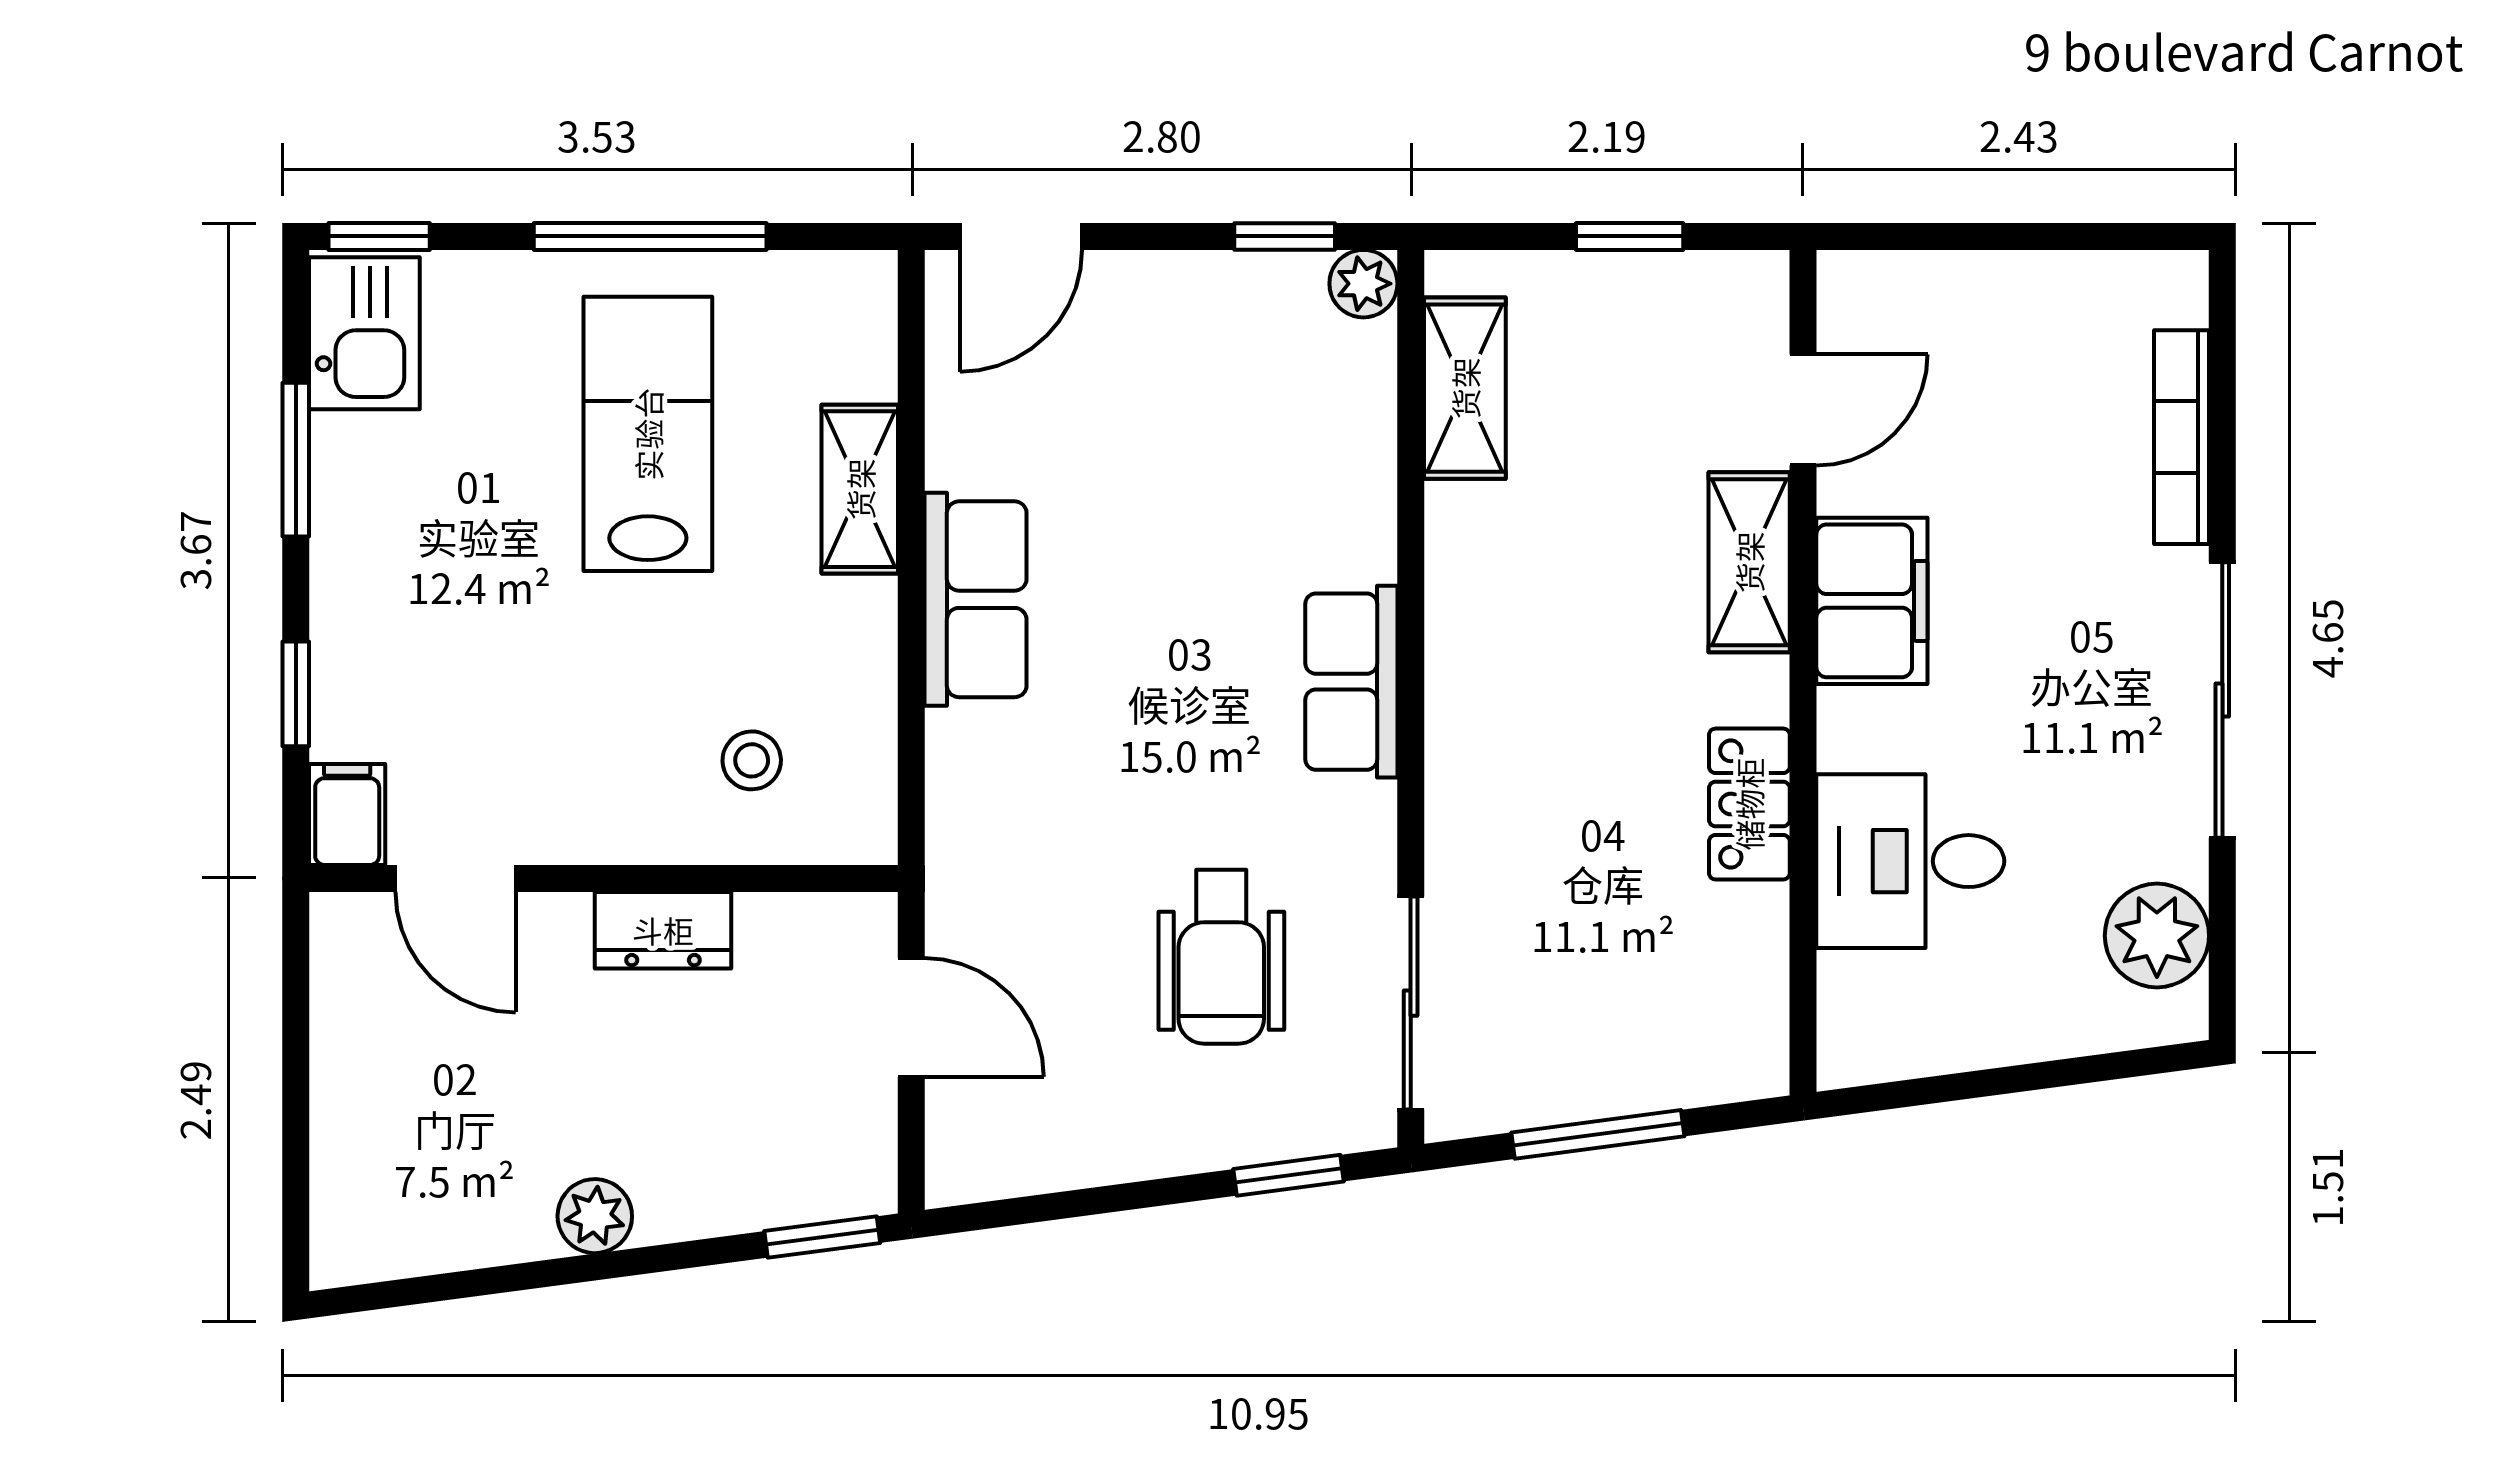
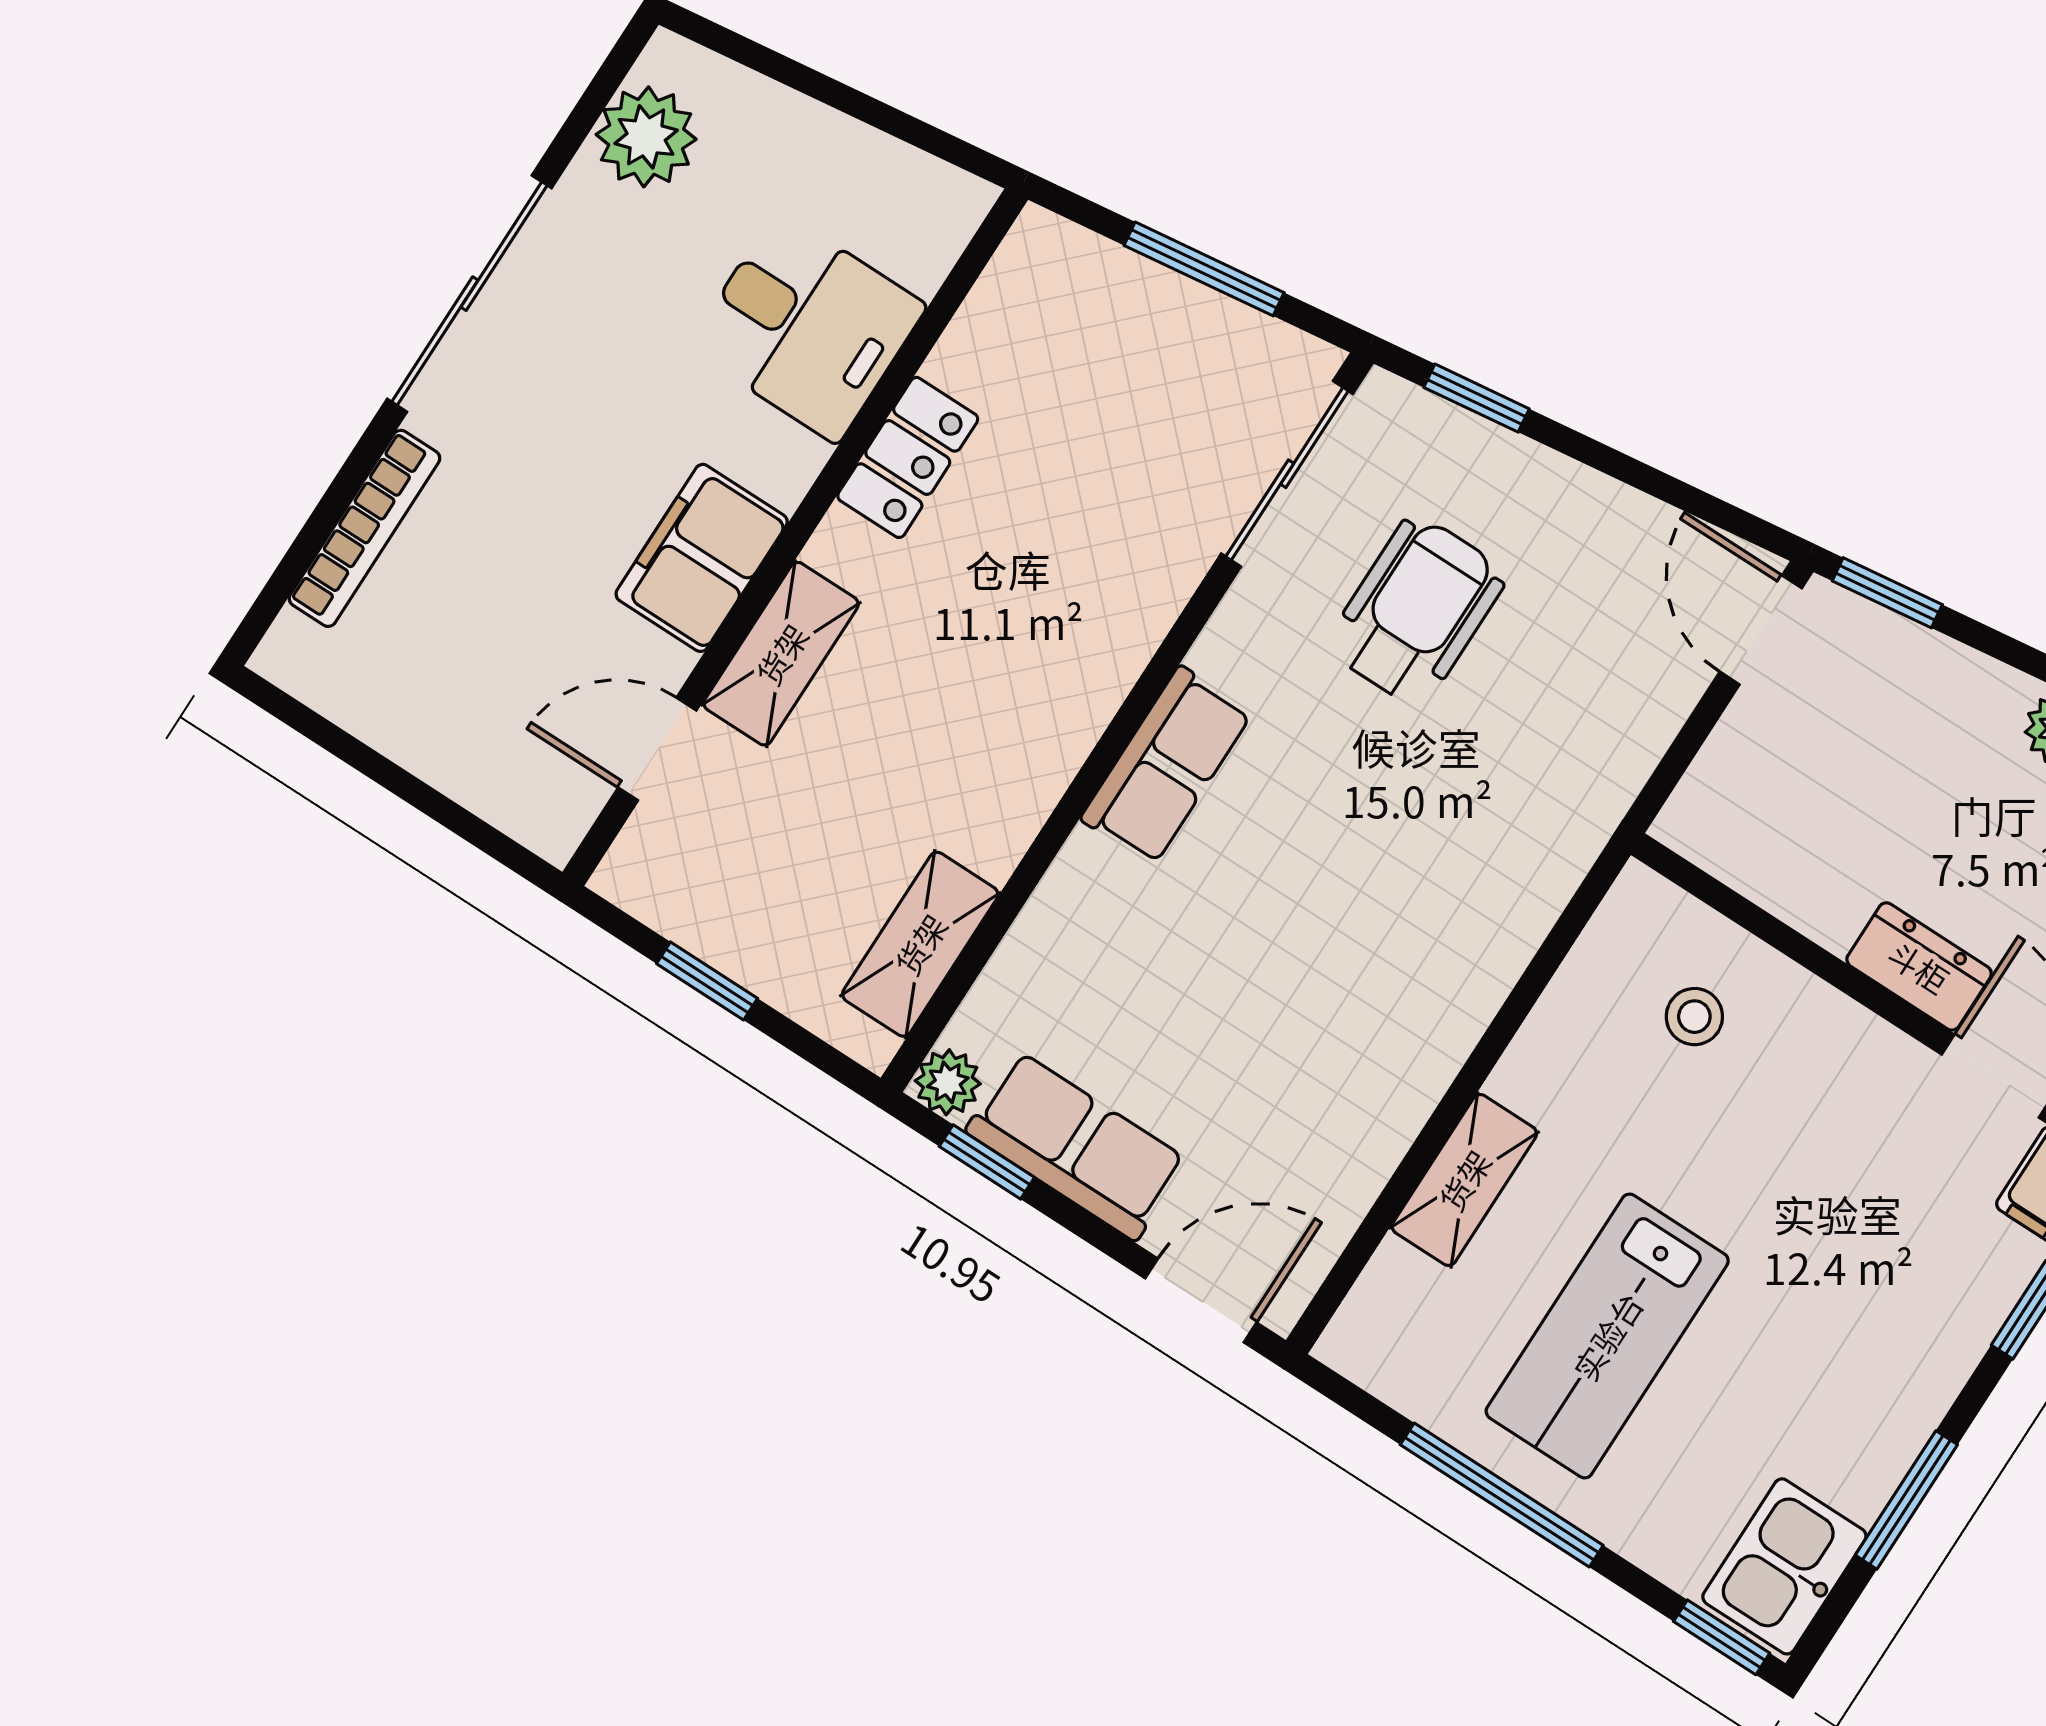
row of seats: (976, 599) -> (1076, 1146), moved, turned 90
dresser: (663, 930) -> (1919, 966), moved
door: (911, 1017) -> (1761, 630), moved

